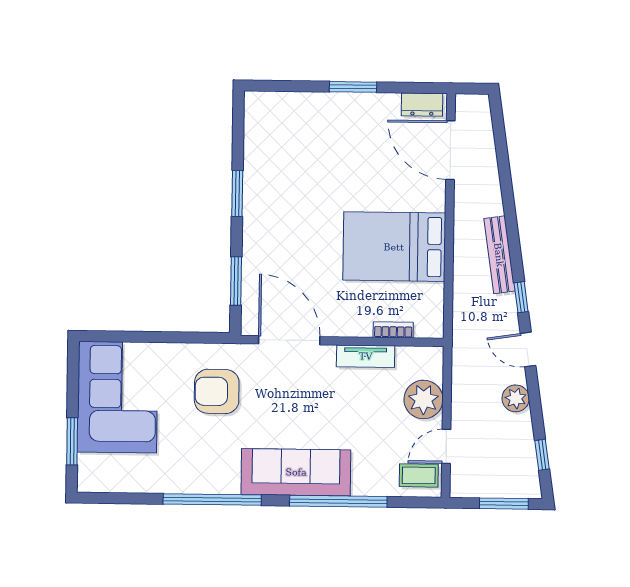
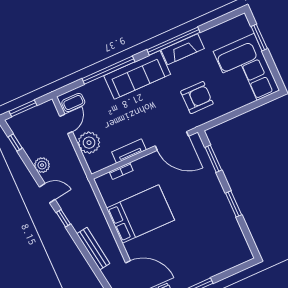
bench: (499, 255) -> (93, 249), moved
fireplace: (204, 480) -> (183, 49), added

